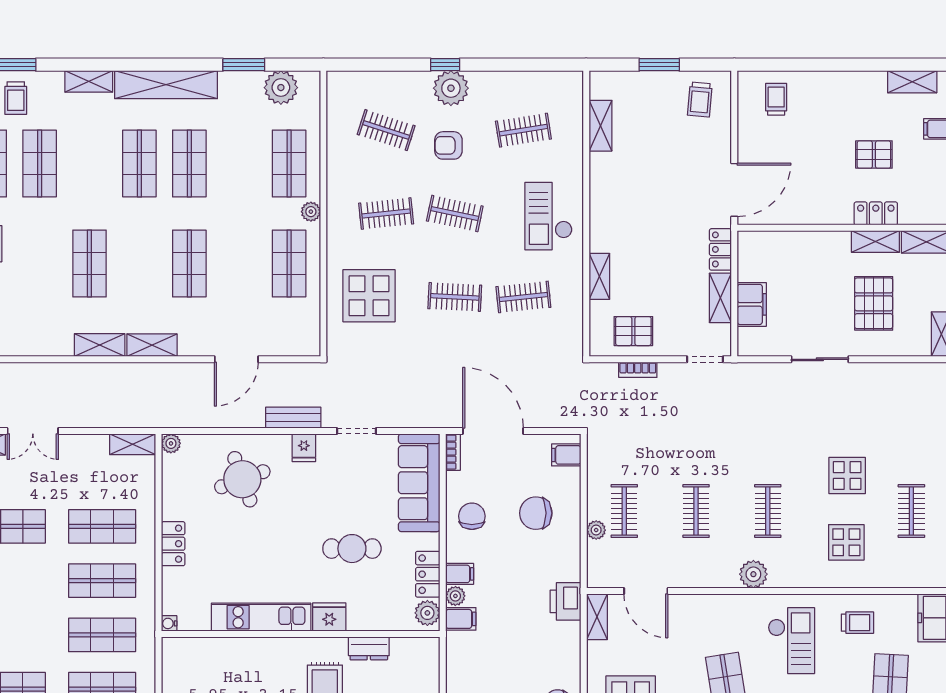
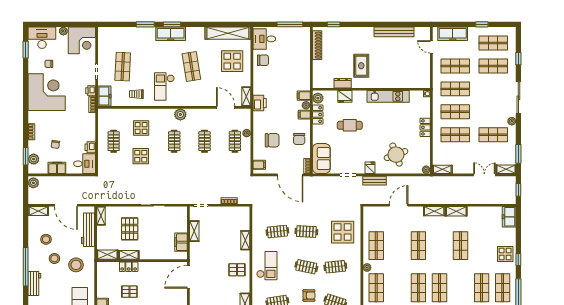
locker: (720, 249) -> (194, 252), removed
filing cabinet: (752, 304) -> (181, 242), moved
pallet: (633, 331) -> (237, 270), moved
sofa: (419, 483) -> (321, 159), width x0.73
fridge: (329, 617) -> (345, 96), moved

